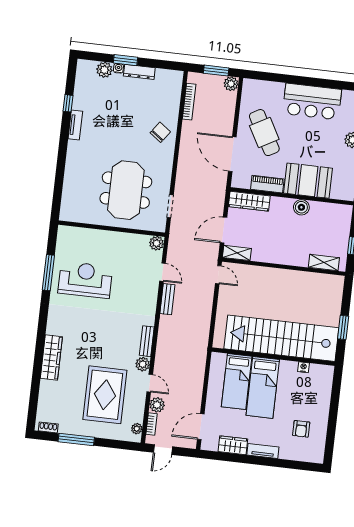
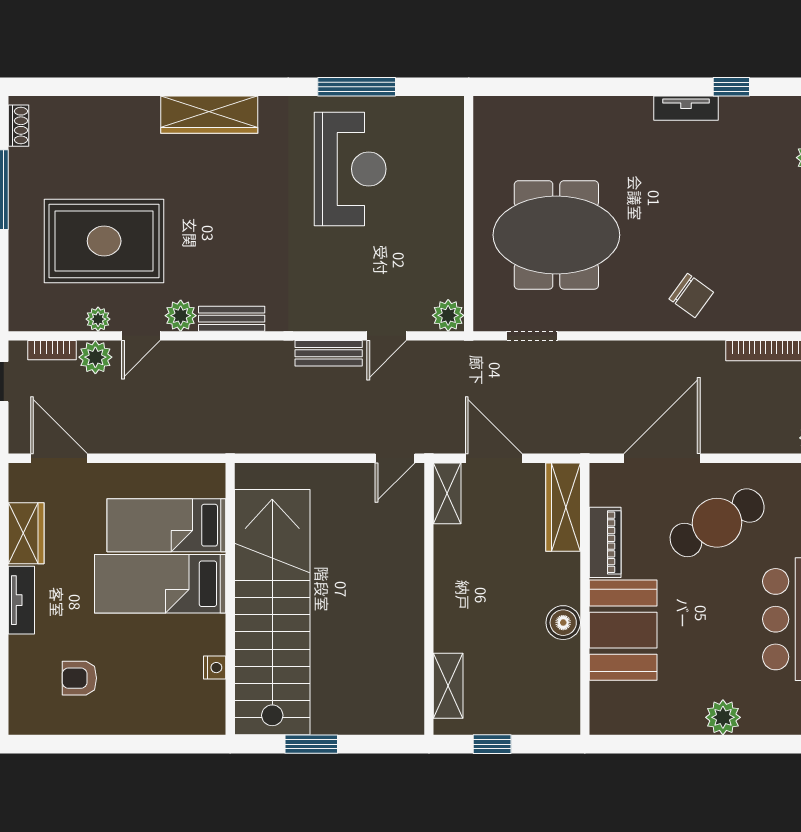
wardrobe: (51, 357) -> (209, 115), moved
plant: (137, 429) -> (98, 319), moved

